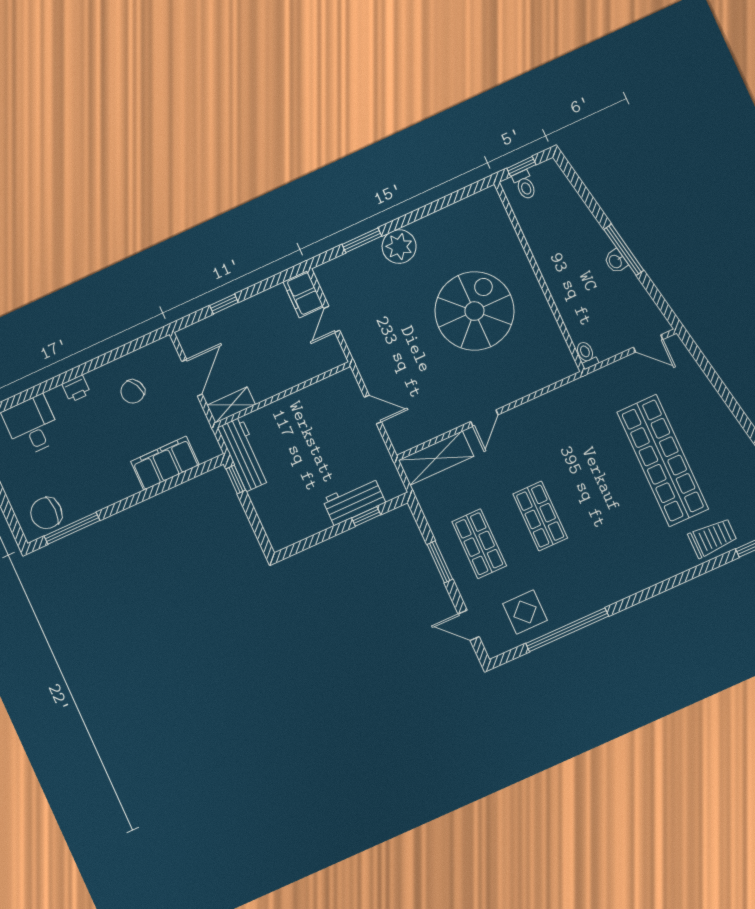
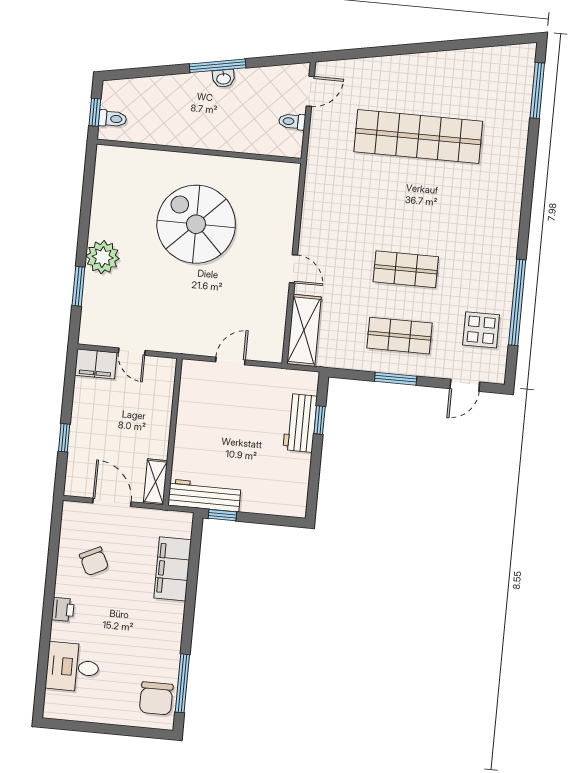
toilet: (586, 355) -> (292, 121), moved
trolley: (712, 538) -> (509, 132), removed

